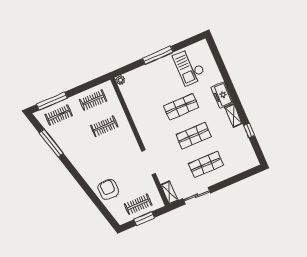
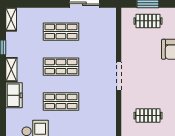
doorway: (149, 162) -> (119, 76), moved
shelving: (169, 192) -> (11, 19), moved

